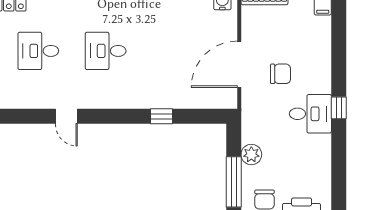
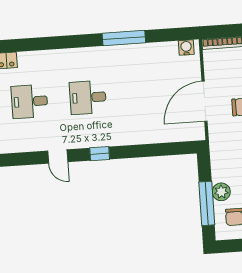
window: (161, 116) -> (100, 154), moved
plant: (251, 155) -> (221, 192), moved

